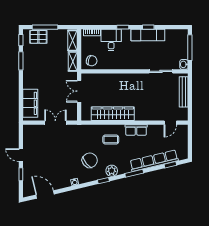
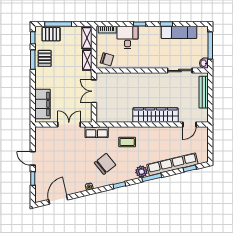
exam couch: (148, 35) -> (179, 32), moved
pallet: (32, 60) -> (45, 58), added
wardrobe: (113, 114) -> (155, 115), moved
row of seats: (136, 130) -> (97, 132), moved
plant: (112, 171) -> (142, 172), moved
door: (45, 194) -> (58, 200), hinge flipped

